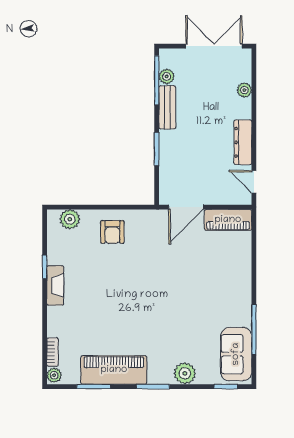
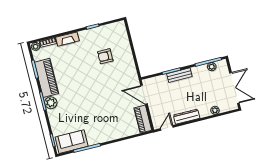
bench: (167, 107) -> (179, 75), moved
plant: (70, 219) -> (122, 34), removed
armchair: (112, 232) -> (105, 56), moved
fireplace: (55, 285) -> (67, 39), moved
plant: (185, 373) -> (51, 103), moved

